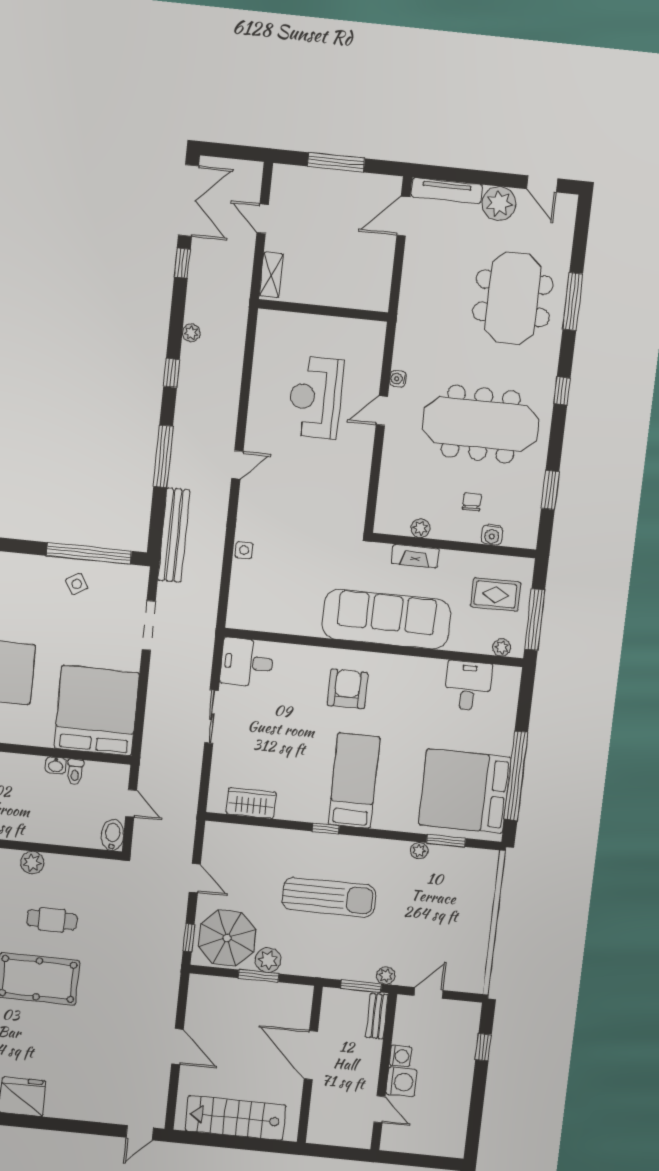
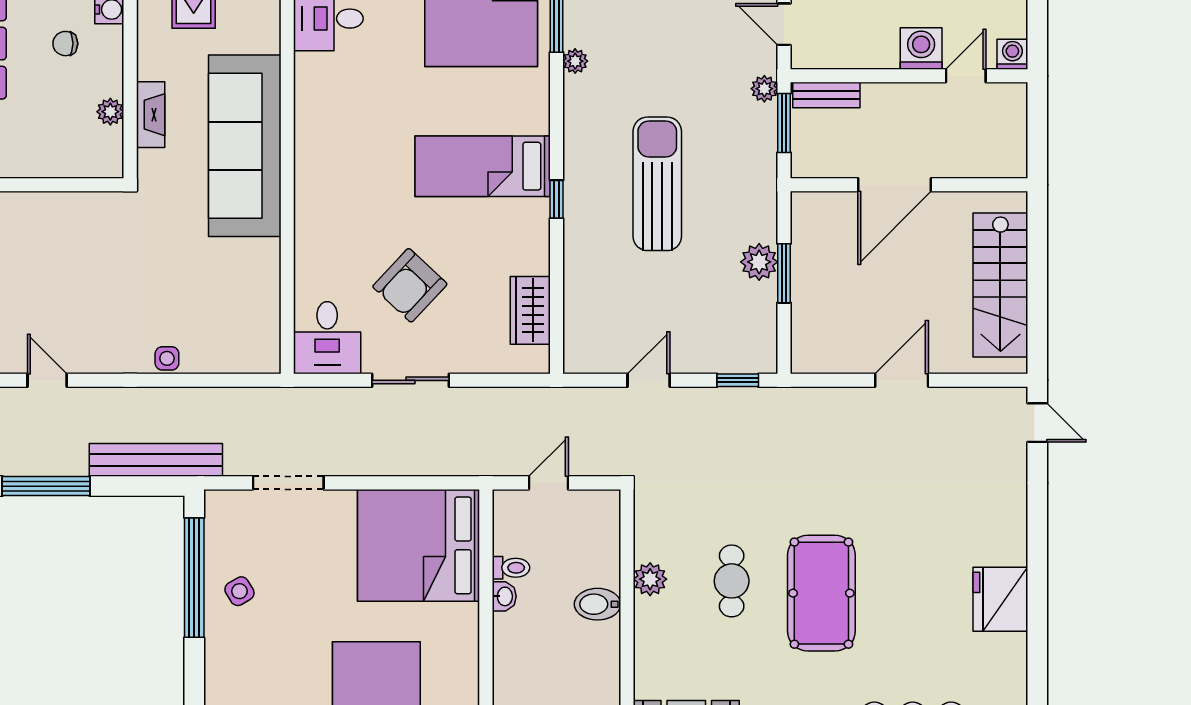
armchair: (347, 689) -> (410, 285), moved, turned -47
bidet: (112, 835) -> (597, 604), moved
plant: (32, 863) -> (650, 579), moved
parasol: (227, 938) -> (732, 325), removed
washing machine: (400, 1056) -> (1012, 54), moved

